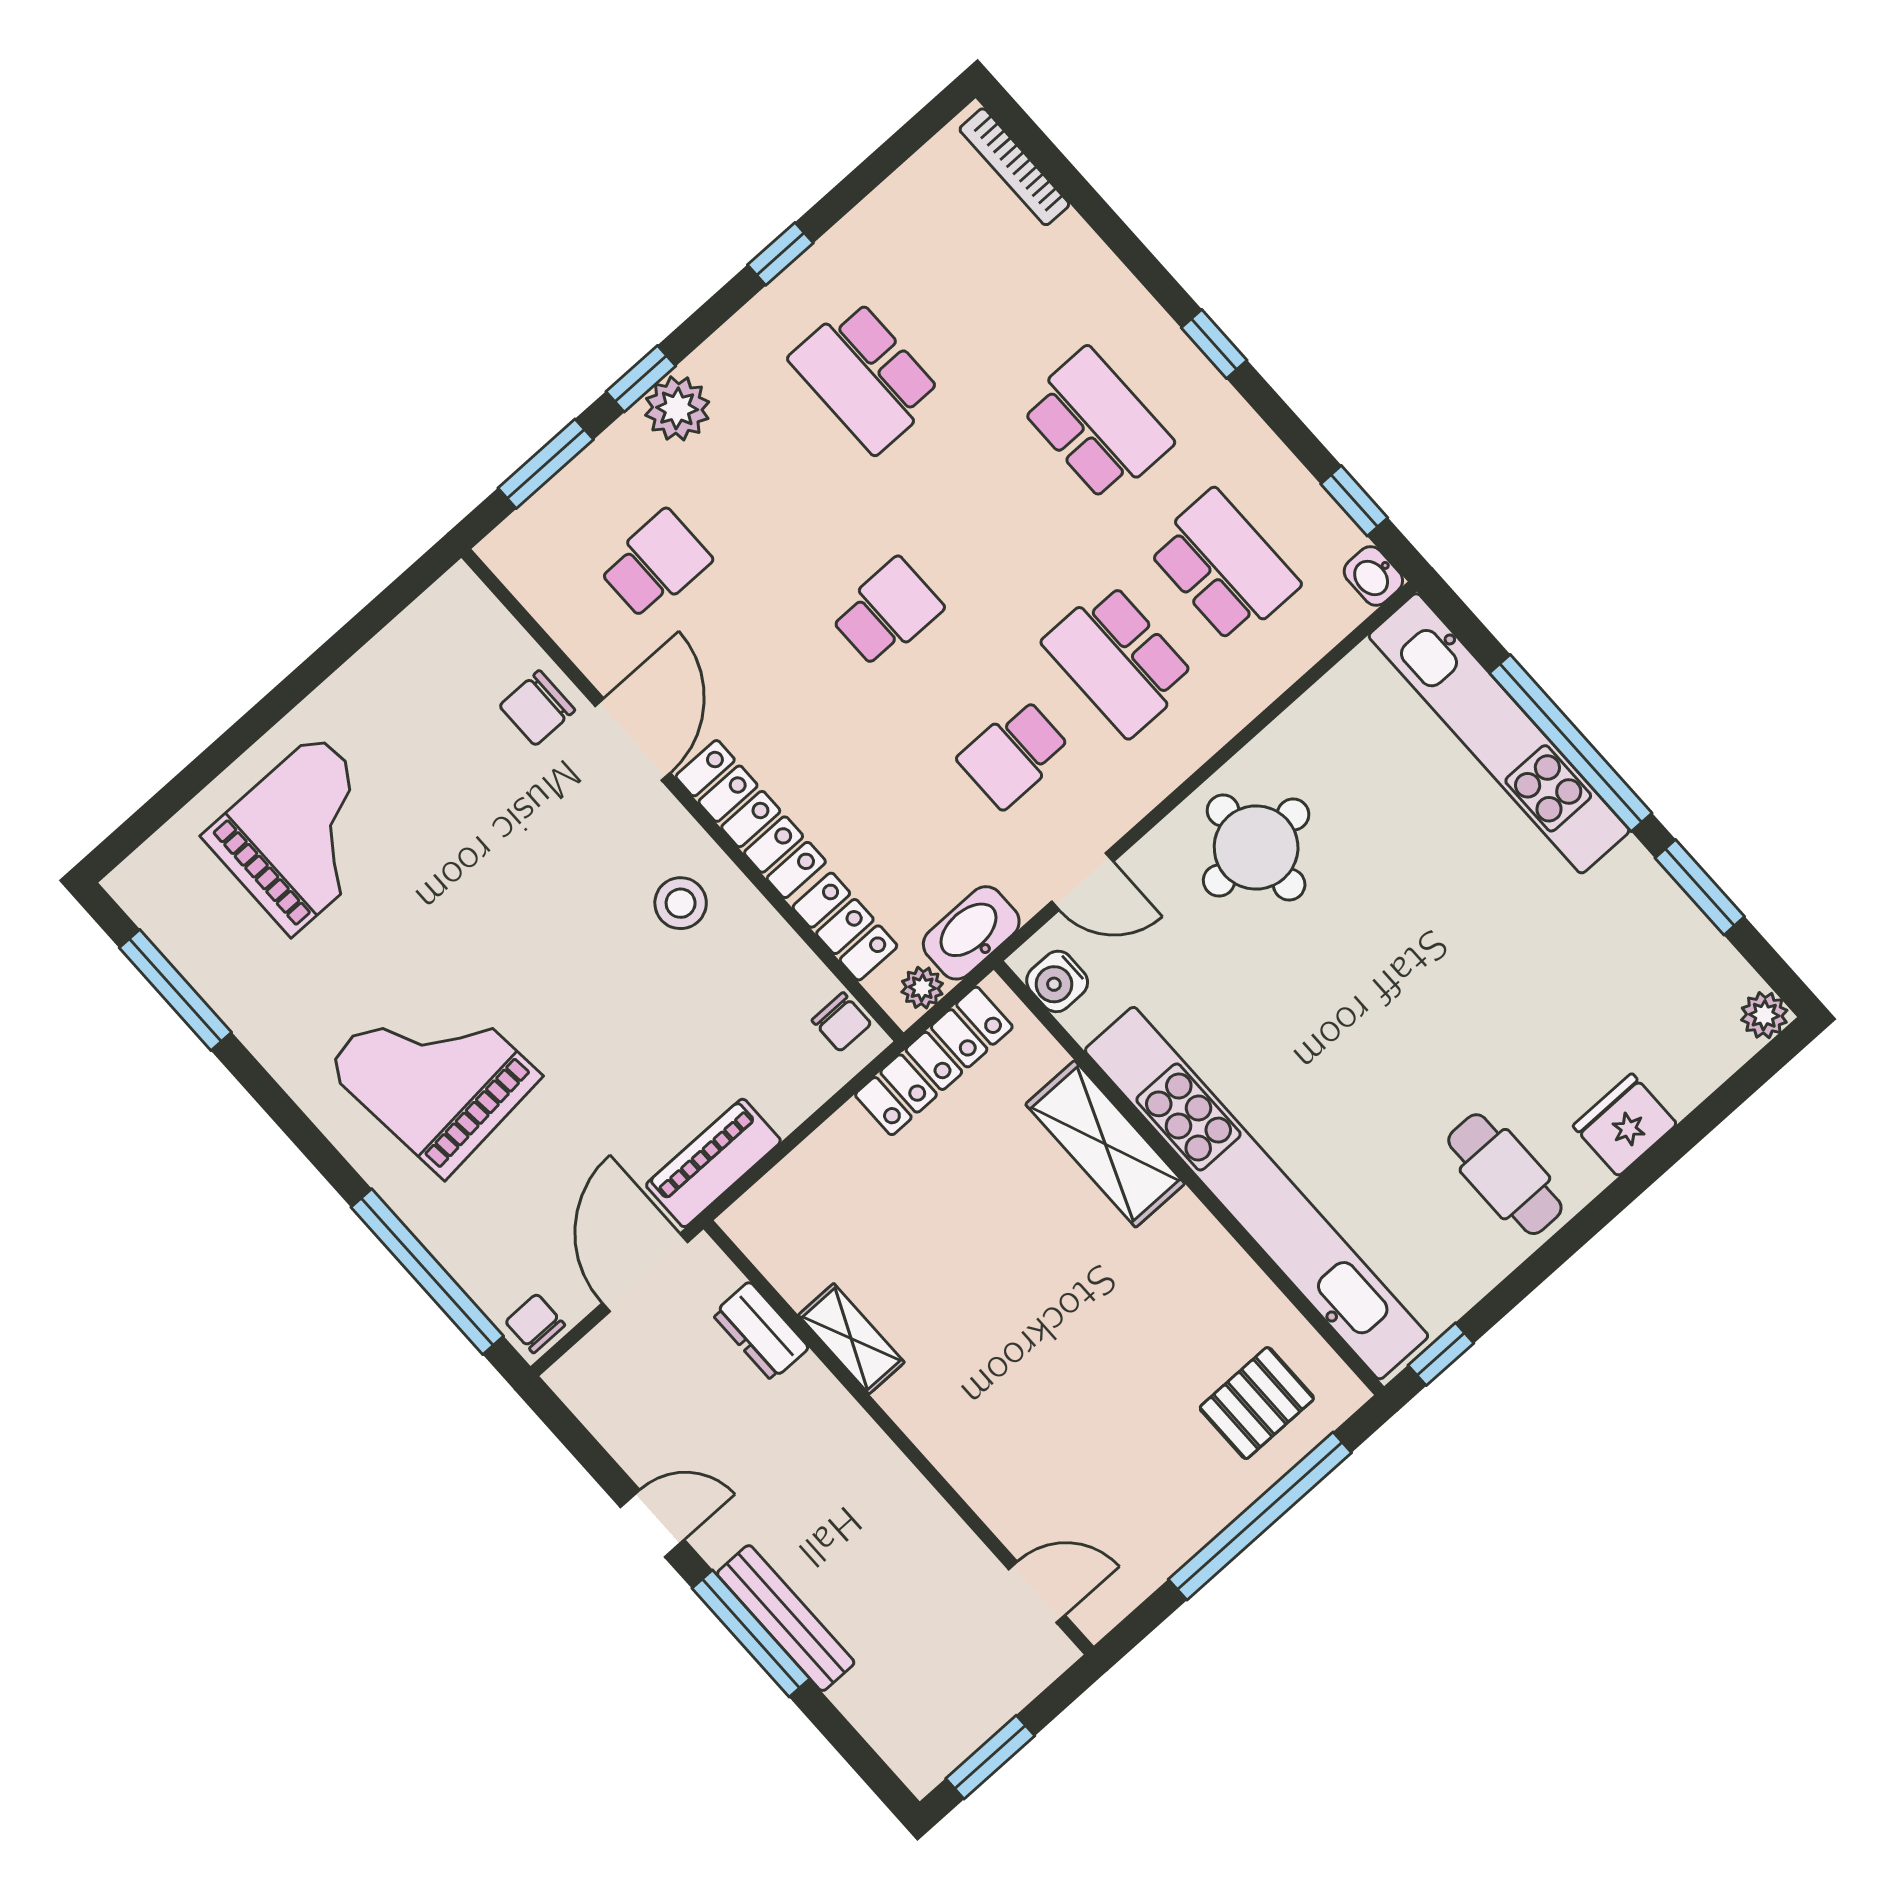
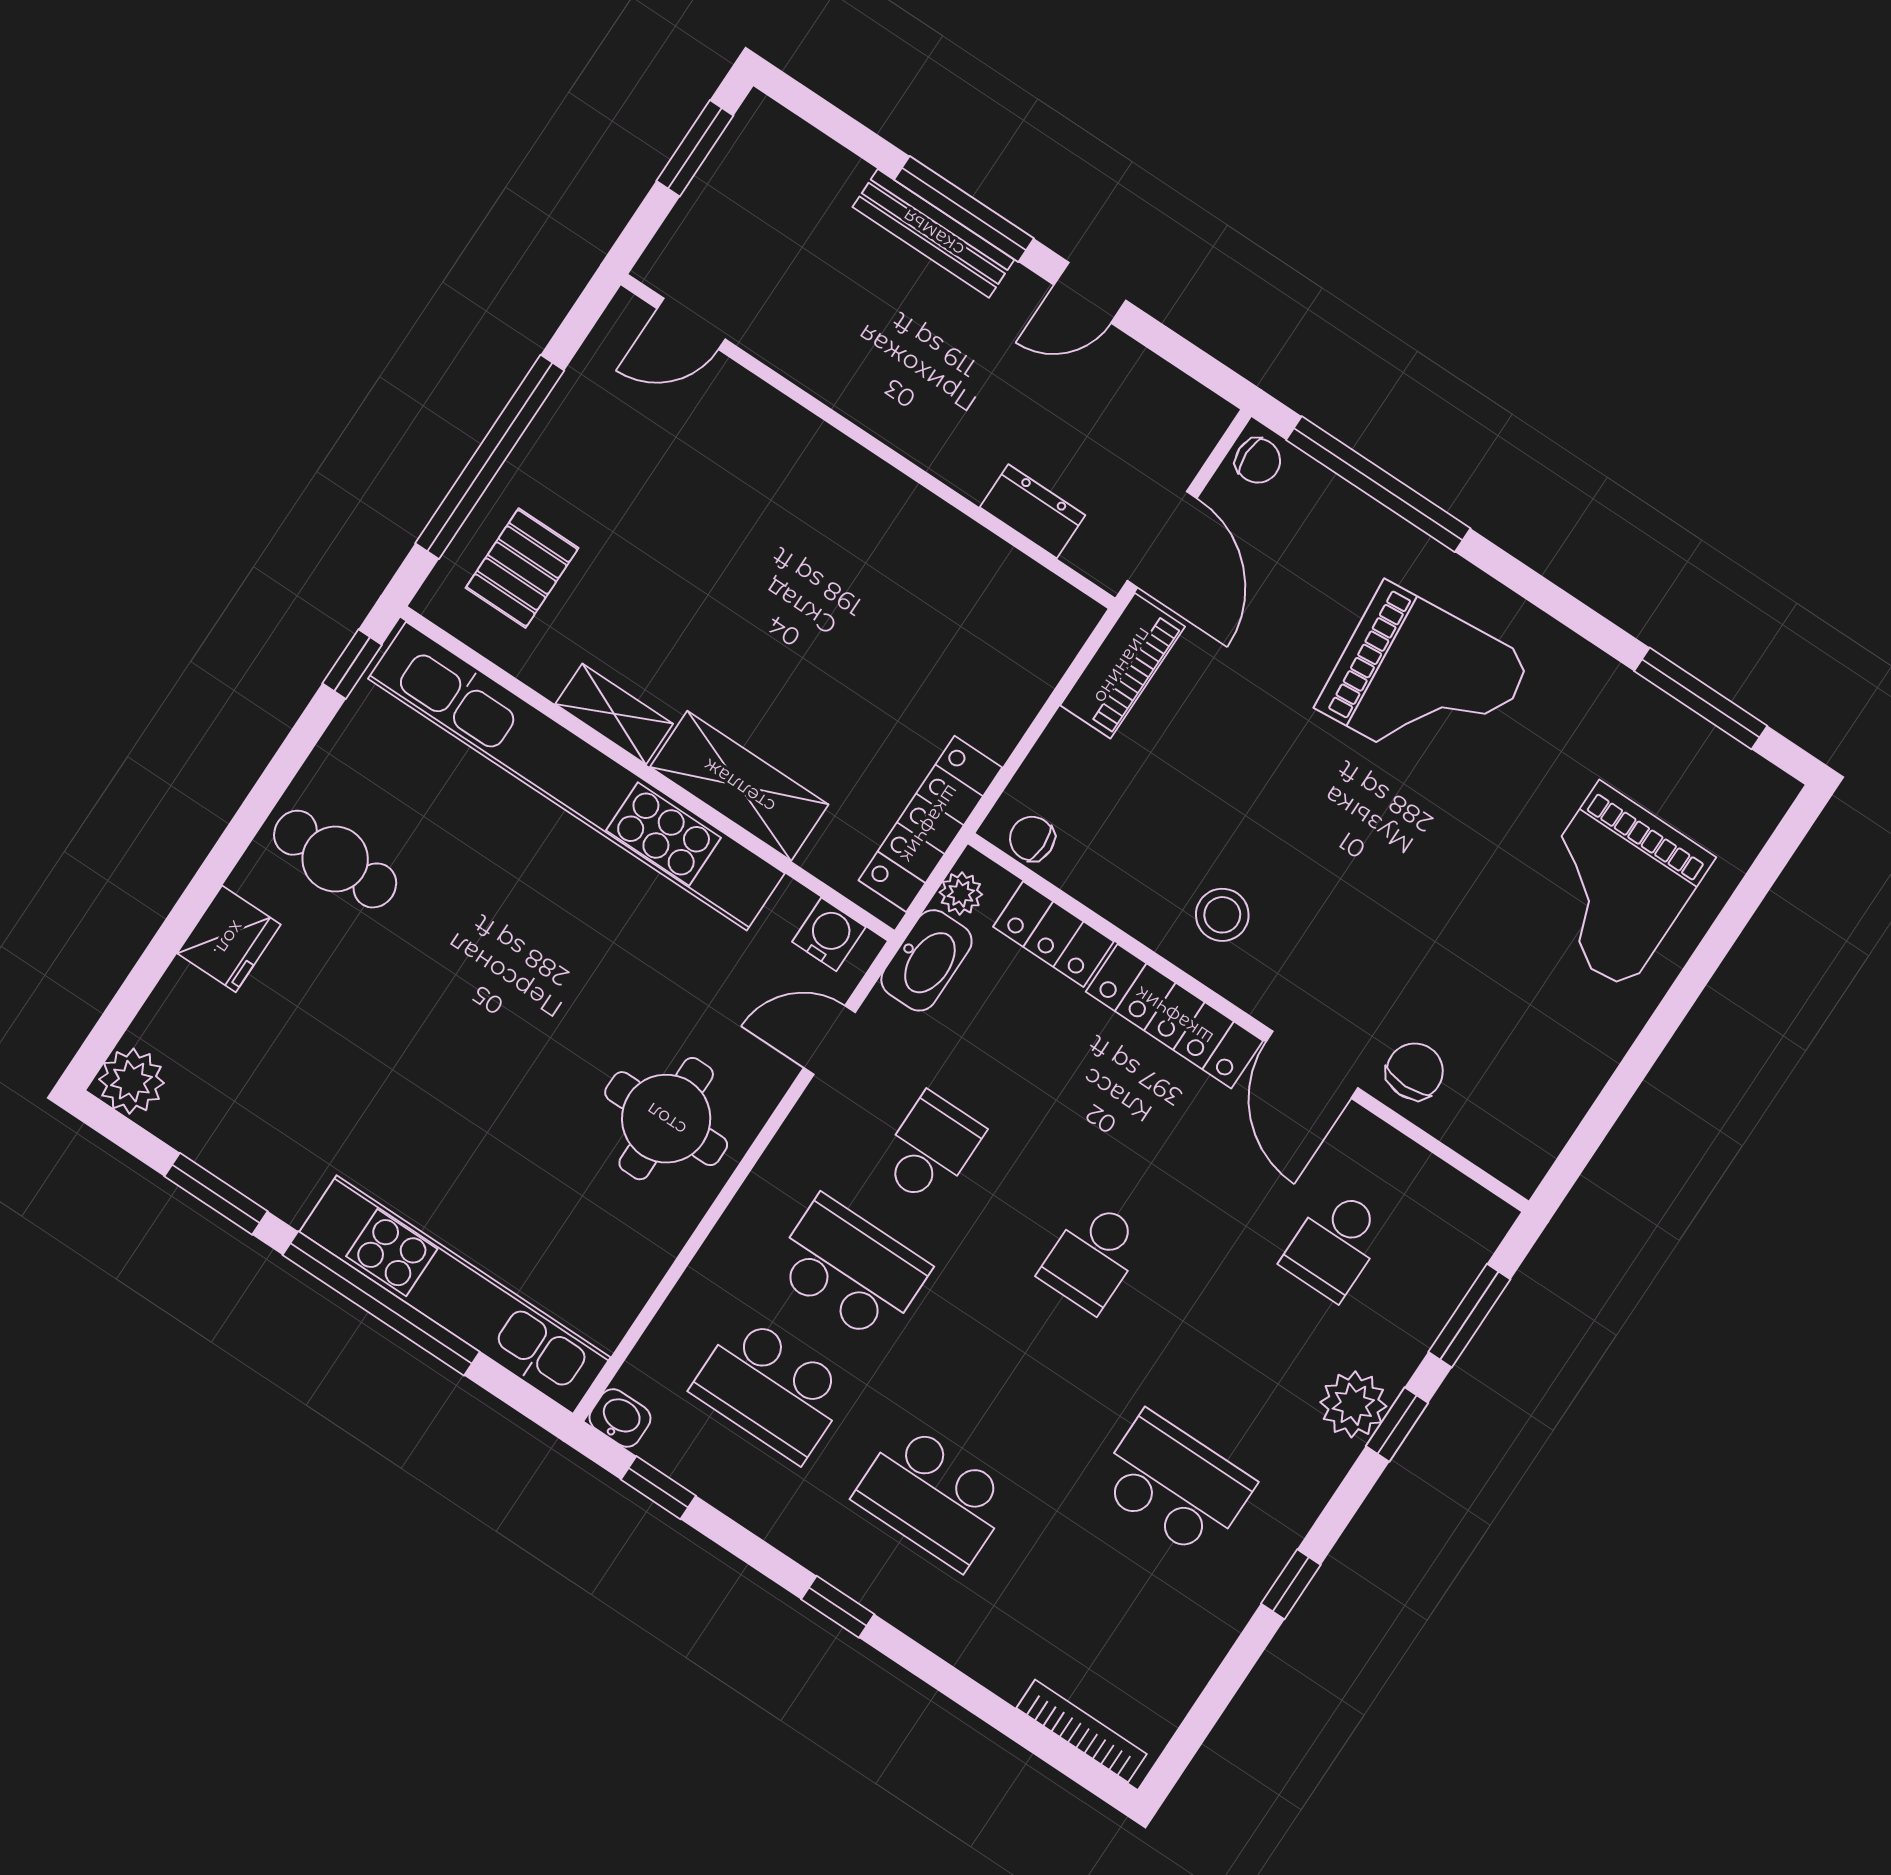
plant: (1764, 1015) -> (131, 1081), width x1.38, depth x1.38
shelving: (851, 1339) -> (614, 714), moved

